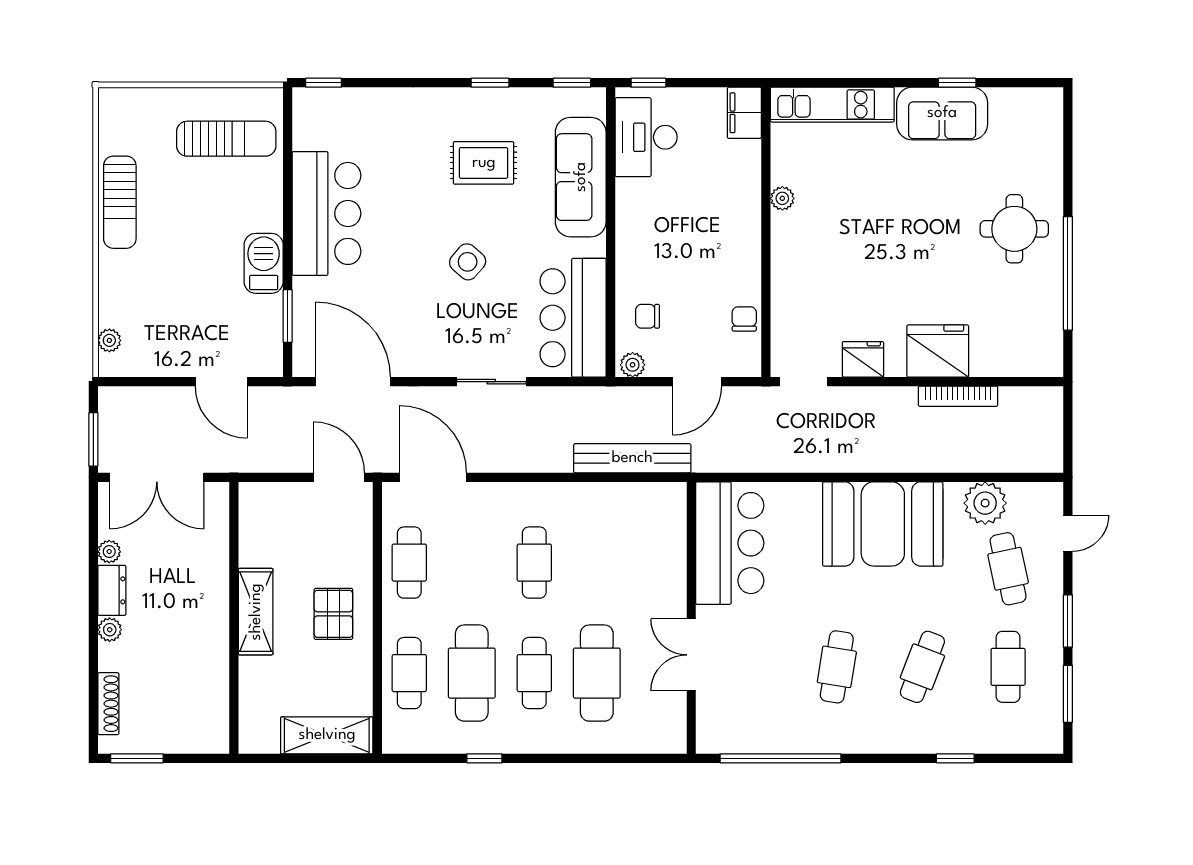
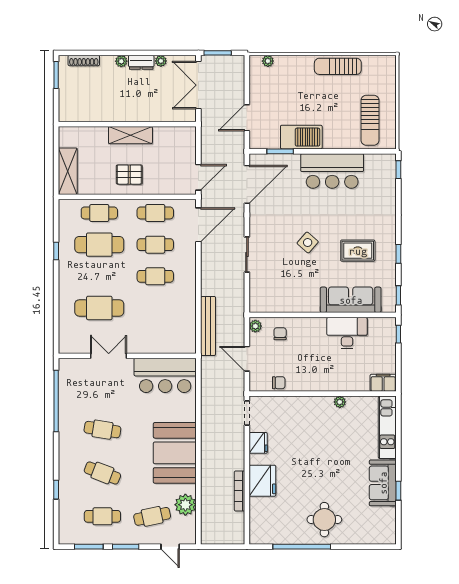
desk: (646, 137) -> (347, 333), moved
rug: (484, 163) -> (358, 251), turned 90
barbecue: (264, 263) -> (301, 137), width x1.37, depth x1.21
bar counter: (573, 318) -> (279, 296), removed
cafe table: (534, 673) -> (155, 245), moved

